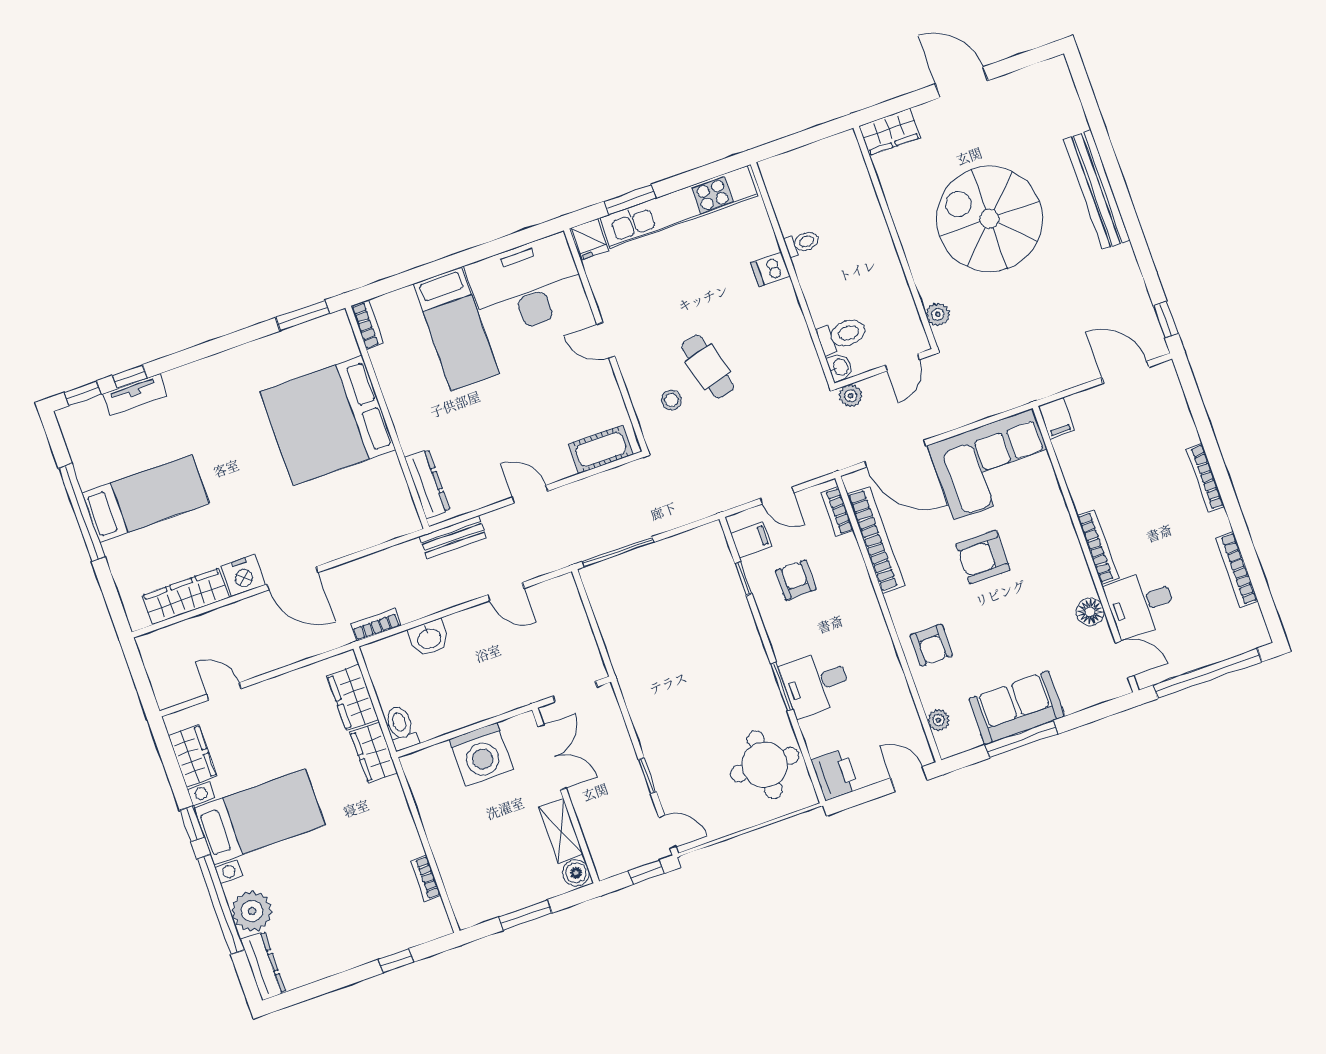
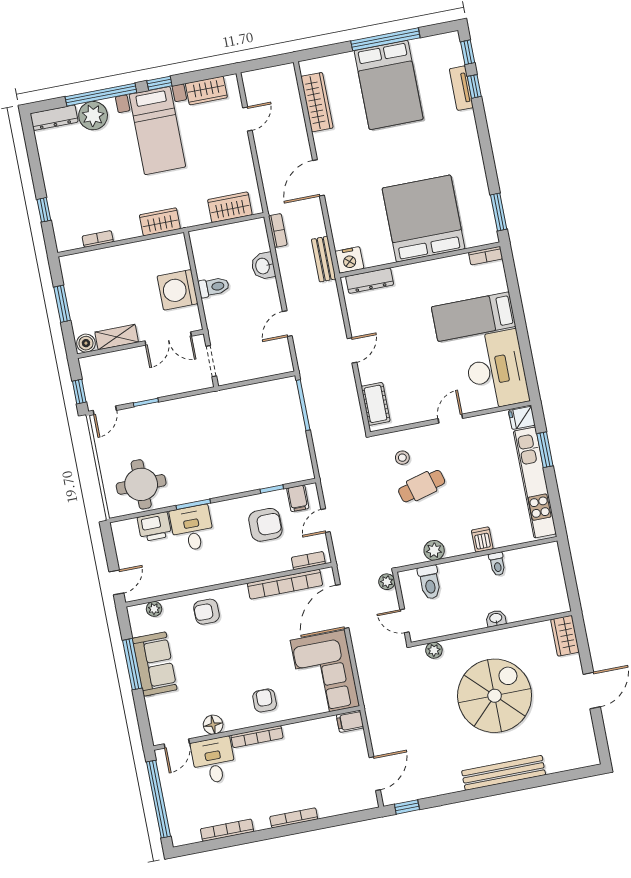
plant: (796, 335) -> (434, 550), added
washbasin: (840, 367) -> (496, 618), moved, turned 180
bed: (146, 498) -> (389, 85), width x1.50
bench: (453, 537) -> (324, 259), moved
armchair: (983, 557) -> (265, 700), moved, width x0.72, depth x0.72
nightstand: (243, 576) -> (349, 260), moved, turned -90
armchair: (796, 580) -> (265, 525), width x1.38, depth x1.38
toilet: (401, 728) -> (214, 287), moved
wardrobe: (374, 753) -> (160, 222), moved
printer: (835, 775) -> (154, 527), moved

